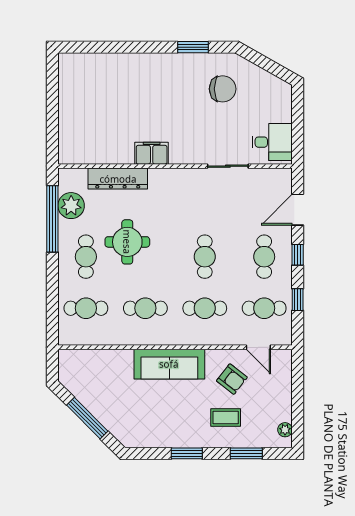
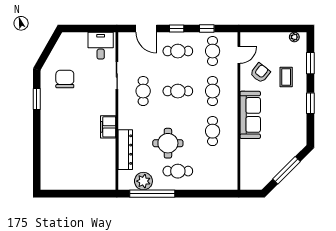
cafe table: (86, 308) -> (143, 91), moved

